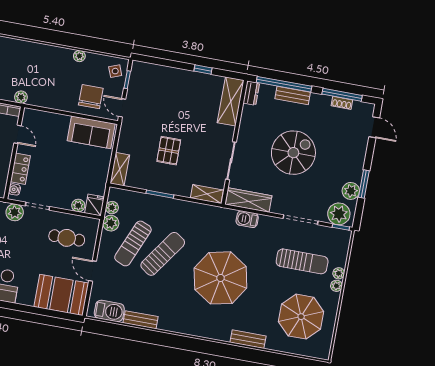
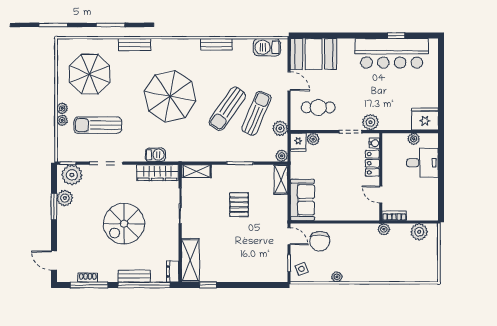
window: (203, 70) -> (208, 285), moved
sofa: (91, 132) -> (302, 200), moved, turned 90
plant: (112, 208) -> (282, 156), moved
bench: (141, 320) -> (216, 44), moved

